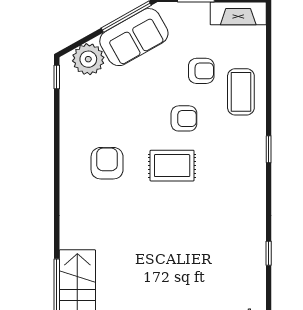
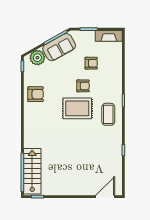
coffee table: (241, 92) -> (108, 114), moved
armchair: (107, 163) -> (36, 94), moved, turned 90
rug: (172, 166) -> (77, 108), width x1.36, depth x1.43

